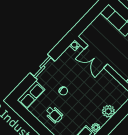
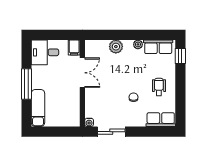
double door: (96, 57) -> (82, 73), moved
sliding door: (42, 67) -> (111, 132), moved

